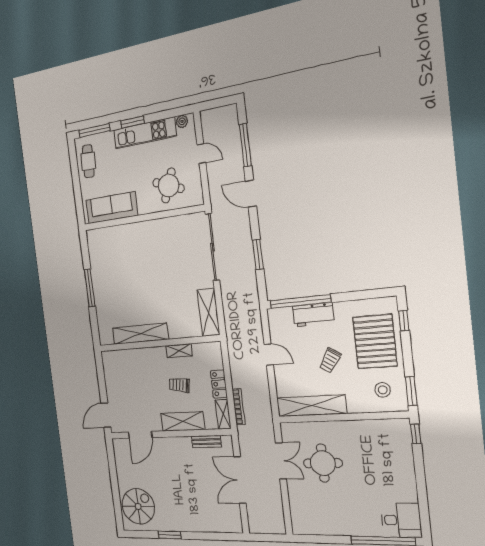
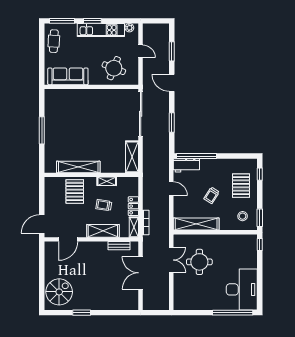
window: (245, 145) -> (172, 51), width x0.69
workbench: (313, 315) -> (186, 165), moved
pallet: (375, 342) -> (241, 186), width x0.73, depth x0.71
pallet: (140, 368) -> (75, 191), added
desk: (401, 520) -> (242, 289), width x1.87, depth x1.30

